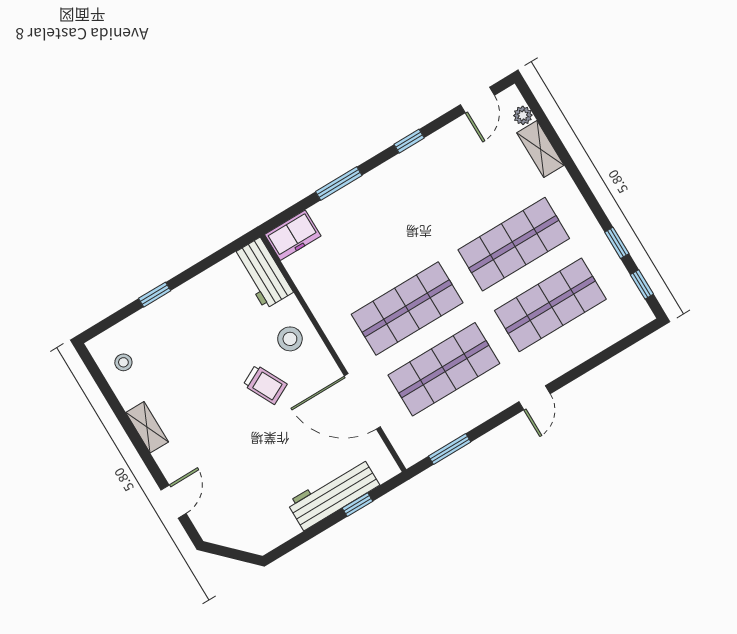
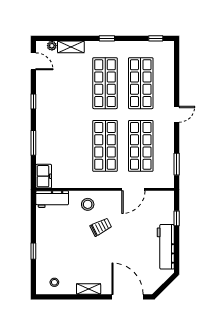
window: (617, 243) -> (107, 38), moved
door: (534, 398) -> (177, 114), hinge flipped
door: (362, 401) -> (133, 189), width x0.73
workbench: (333, 494) -> (166, 247), moved
door: (174, 502) -> (128, 297), width x1.88

